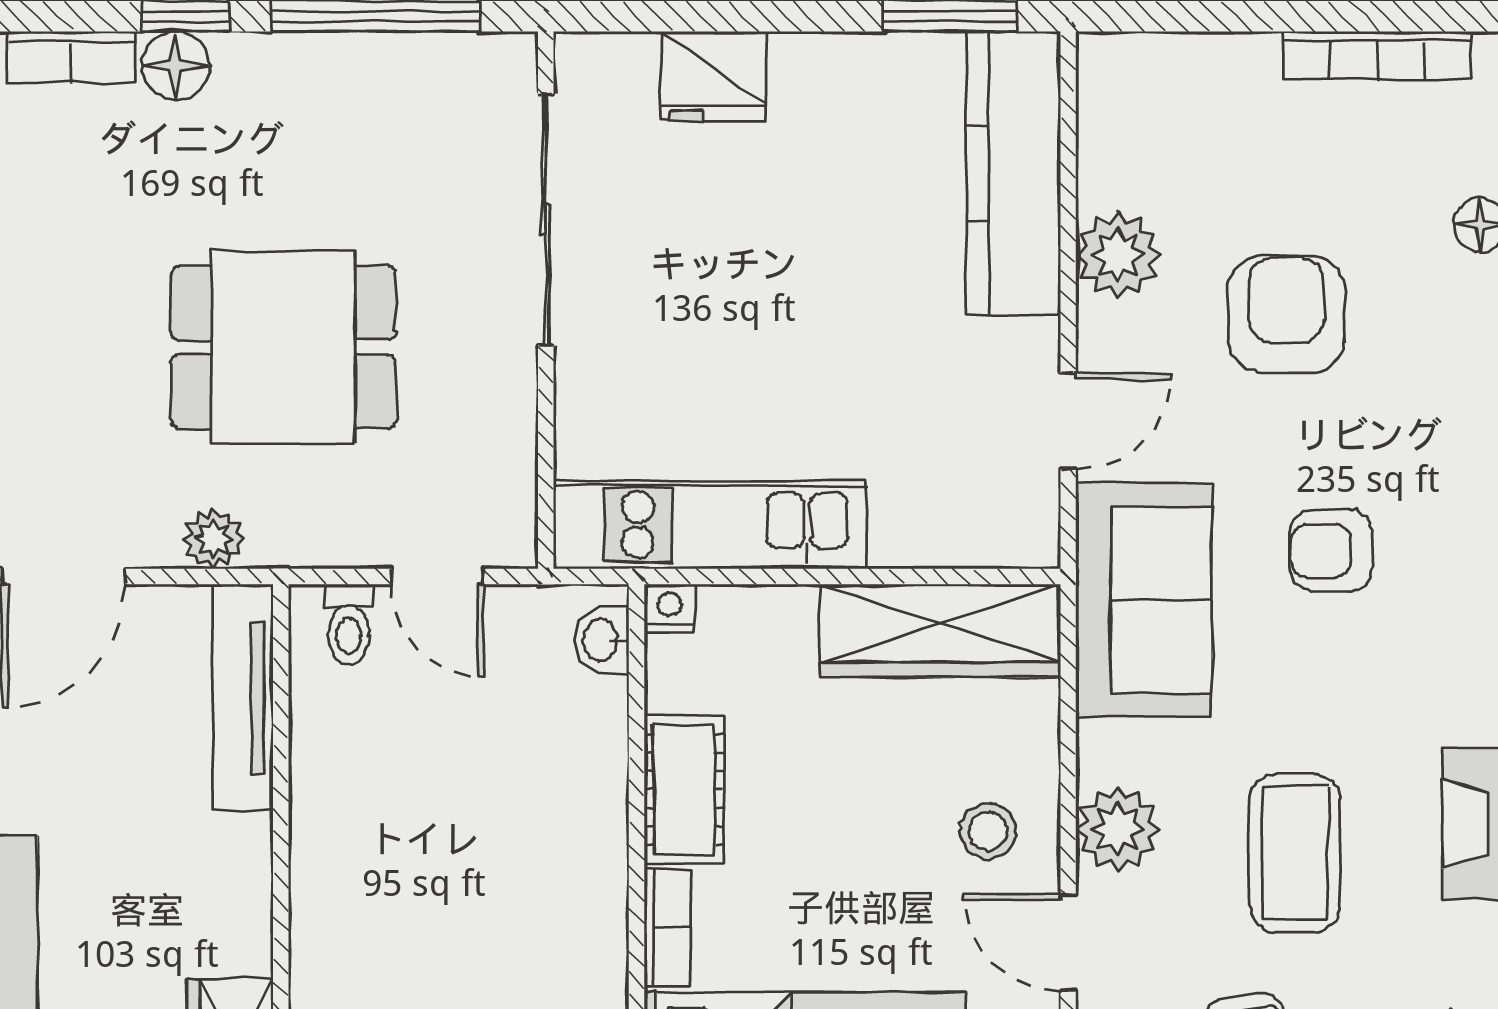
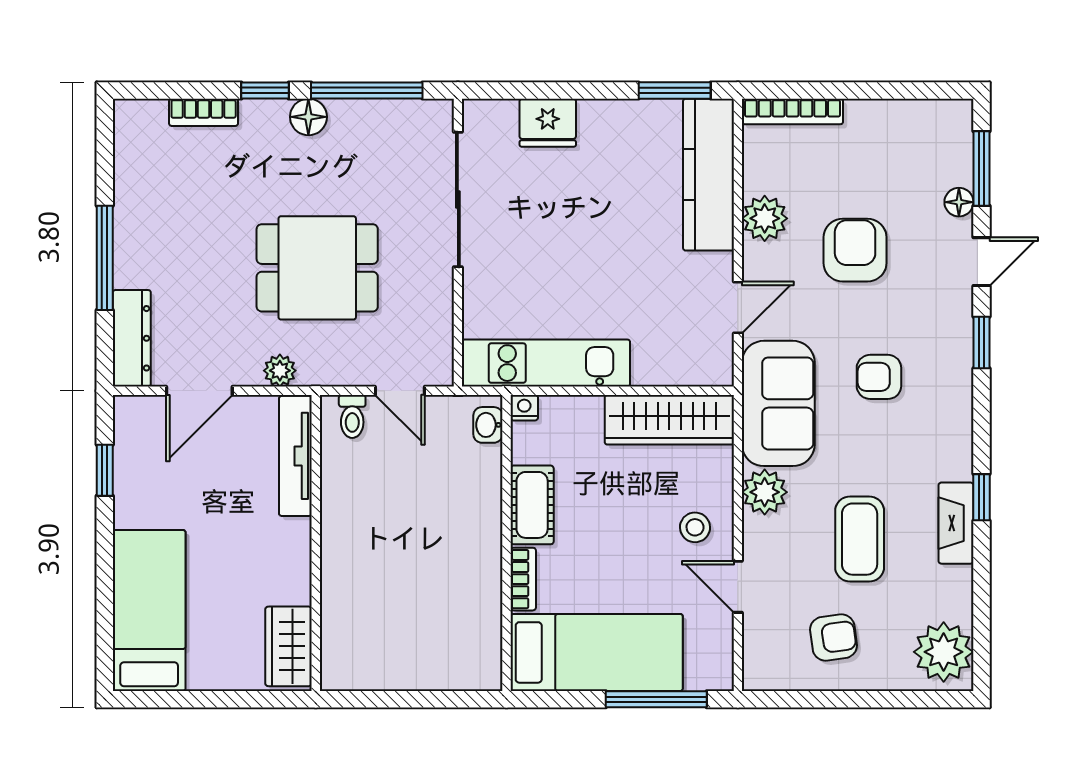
bookcase: (1377, 55) -> (792, 111), moved
floor lamp: (176, 66) -> (308, 117), moved
plant: (1118, 829) -> (765, 492), moved

